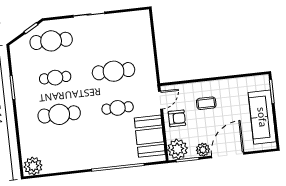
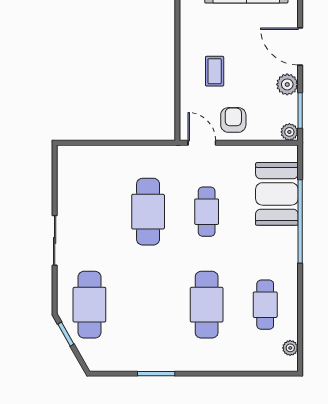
cafe table: (55, 78) -> (265, 305), moved
booth: (150, 136) -> (277, 194), moved, turned 90
plant: (177, 149) -> (289, 132), width x0.53, depth x0.53
door: (228, 155) -> (300, 46), width x0.73
plant: (33, 166) -> (290, 348), width x0.53, depth x0.53

